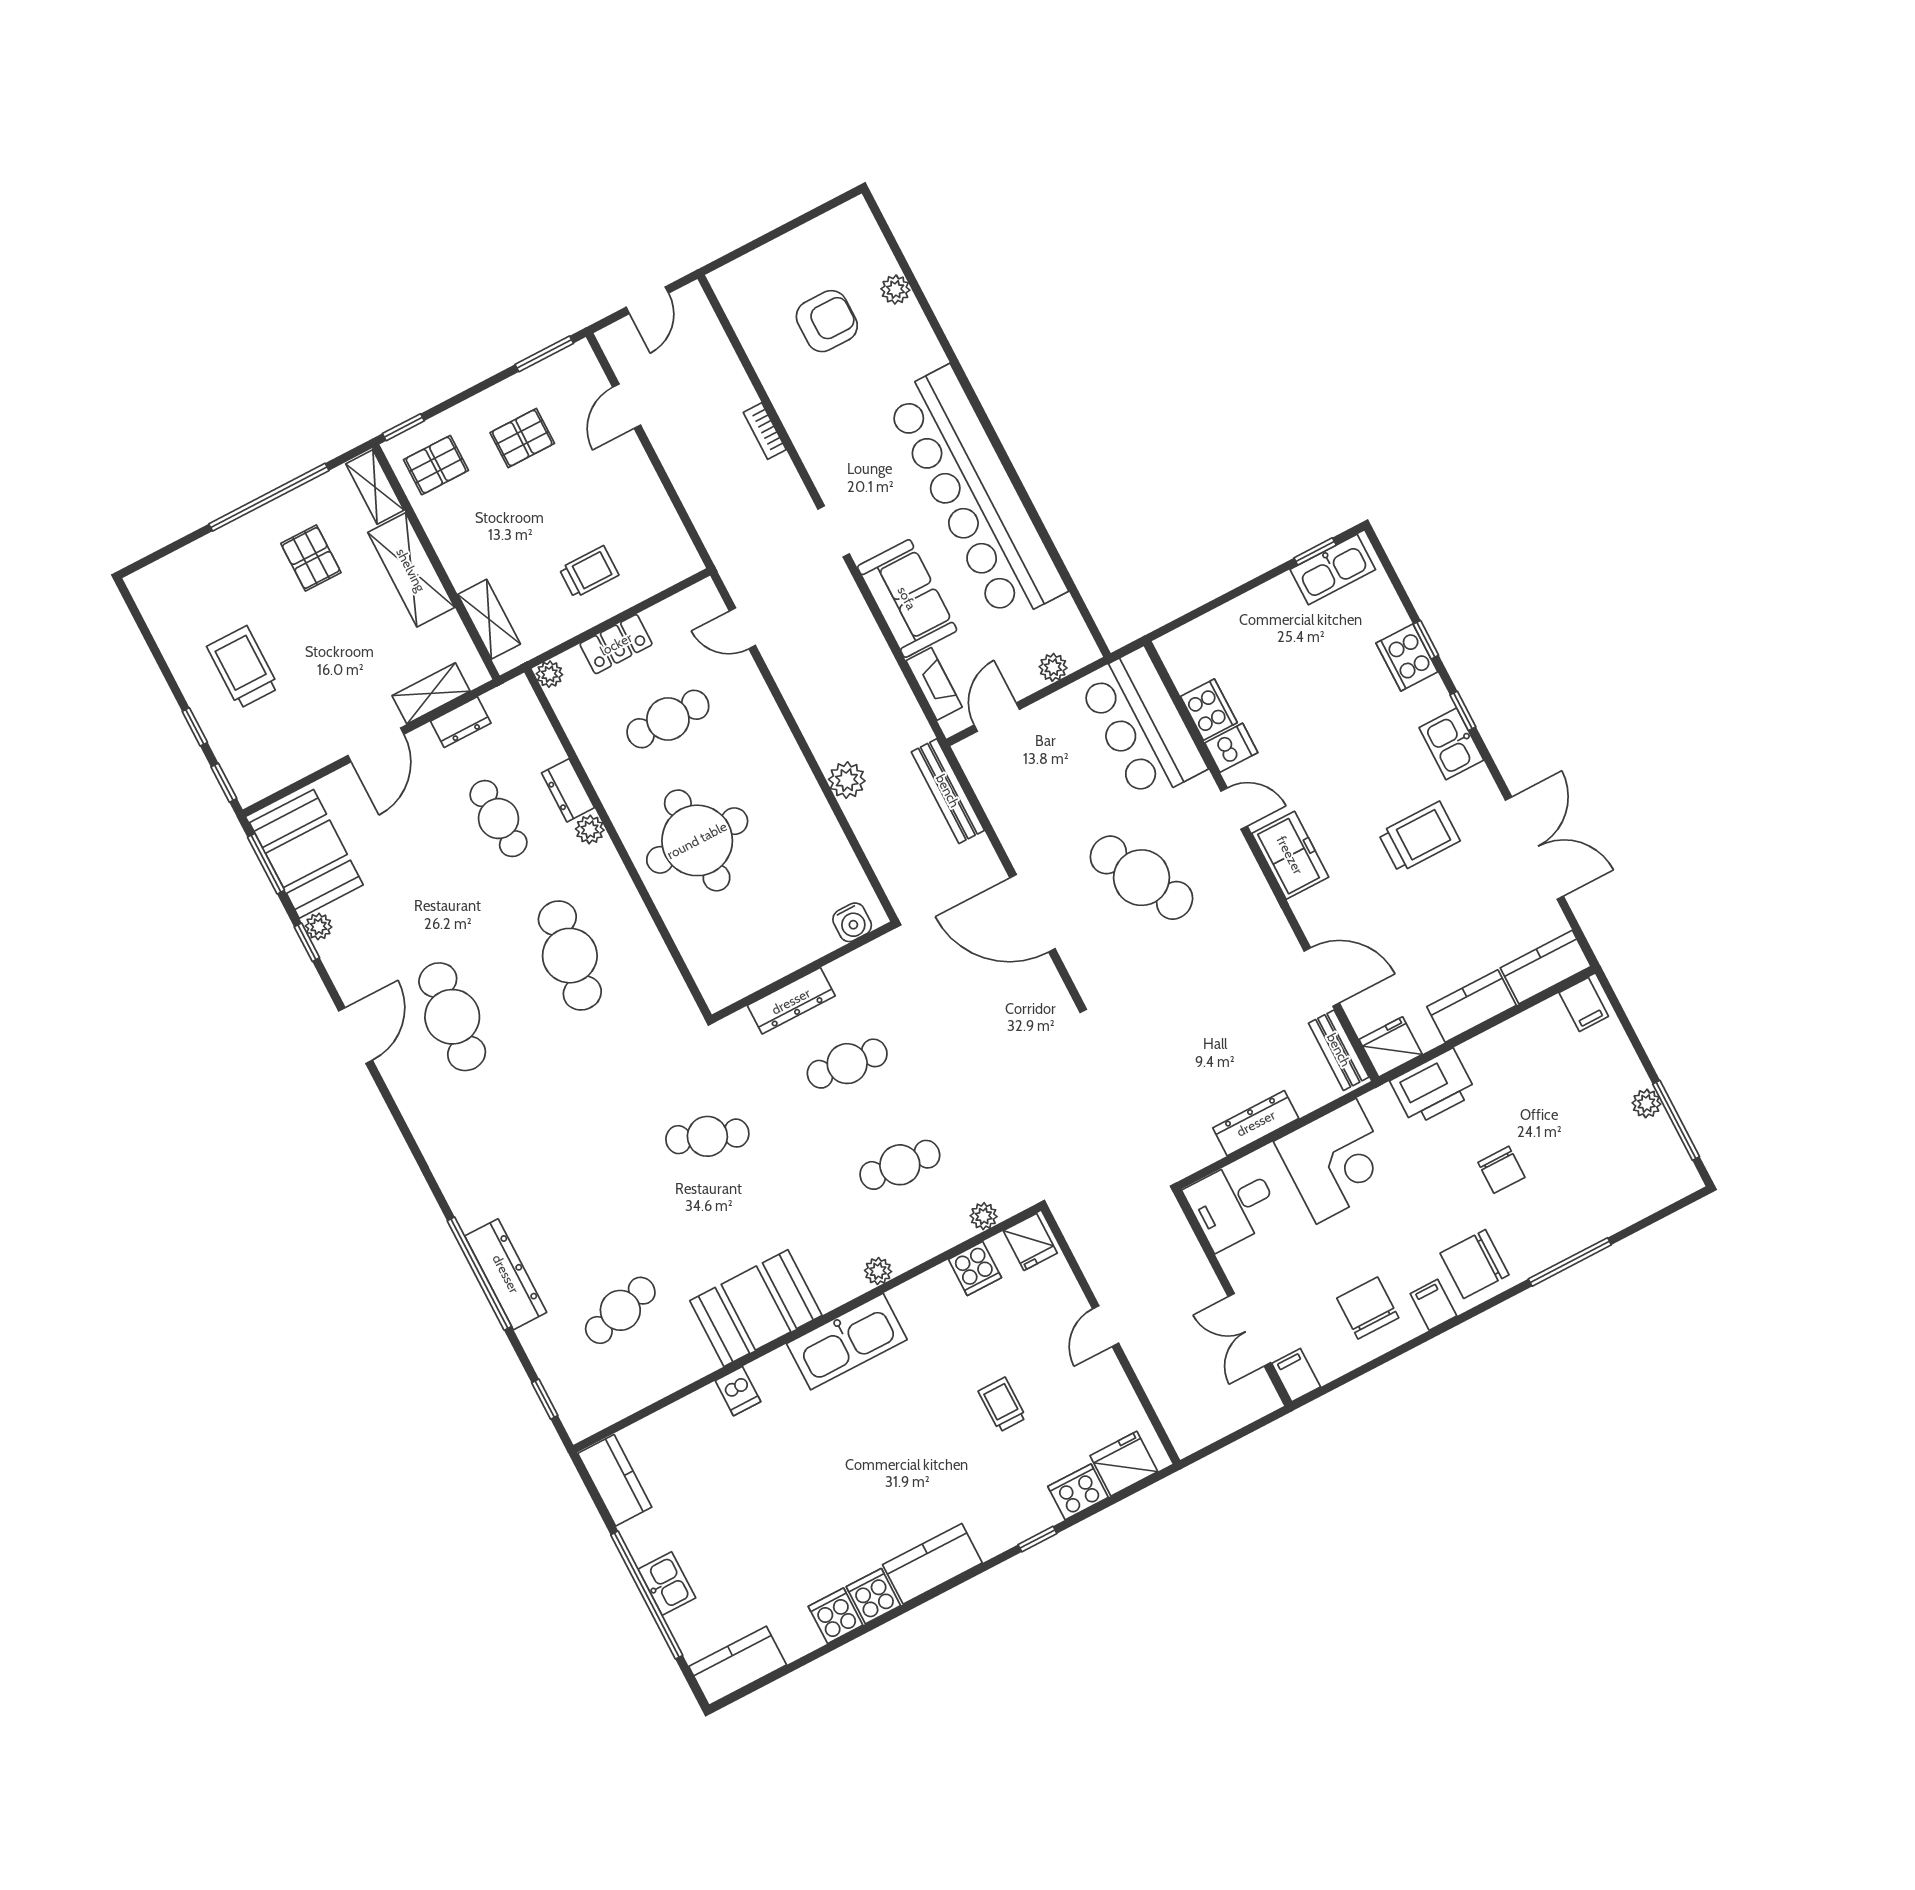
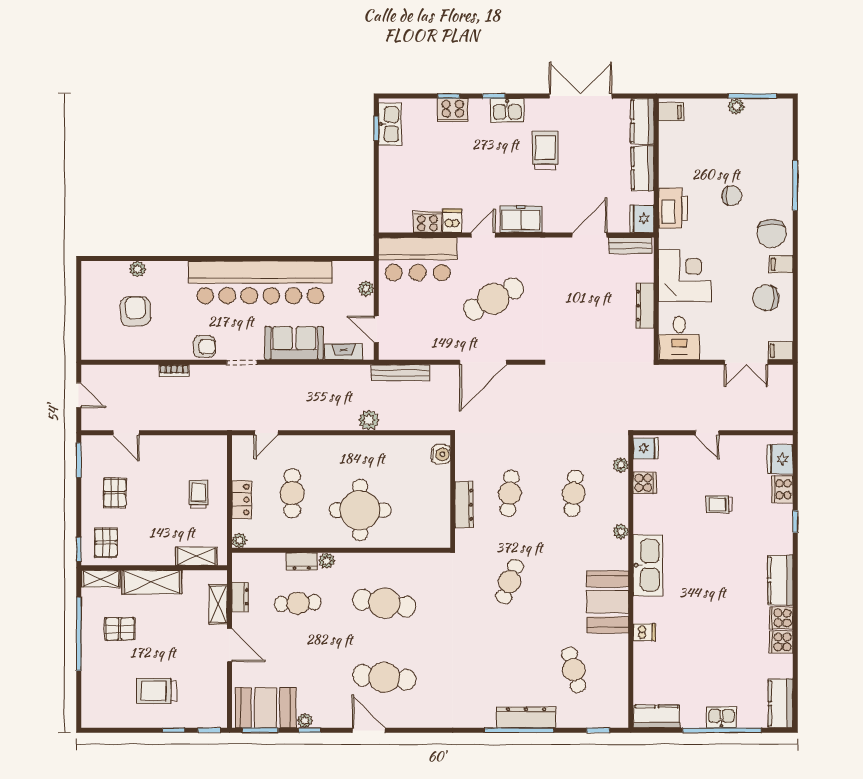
armchair: (828, 459) -> (204, 347), added

